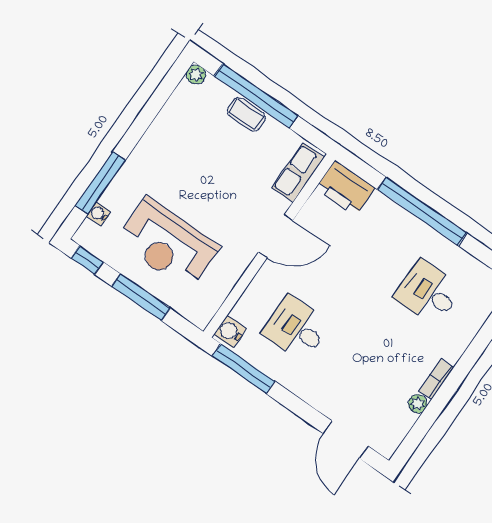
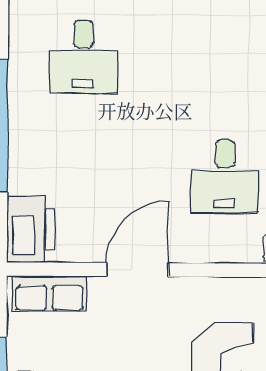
door: (276, 236) -> (137, 270), hinge flipped

